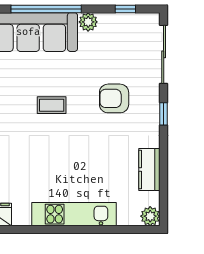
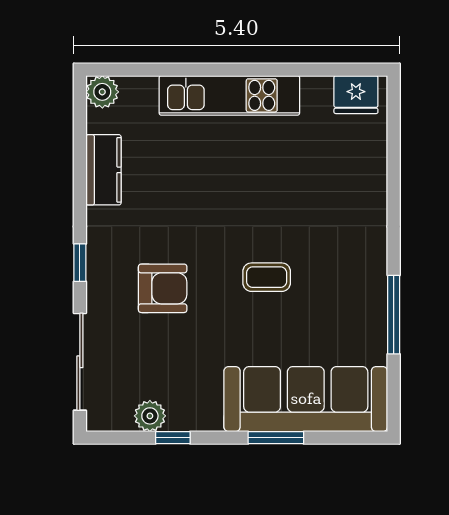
window: (46, 9) -> (276, 438), width x0.47
window: (125, 9) -> (173, 438), moved
plant: (88, 22) -> (150, 416), moved

